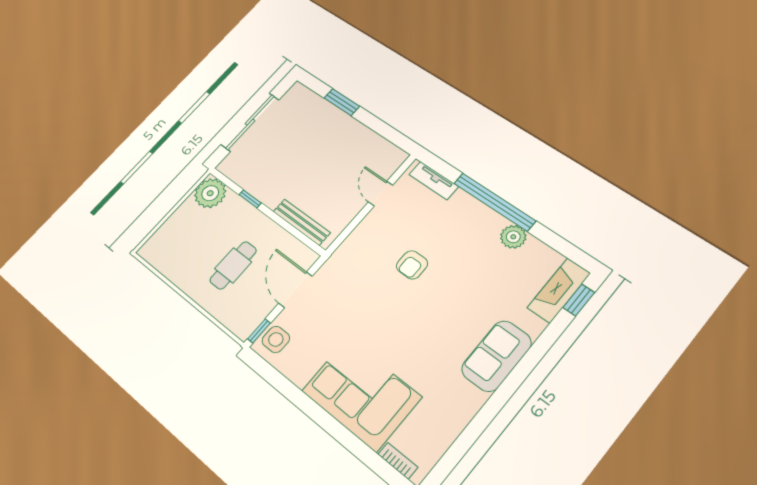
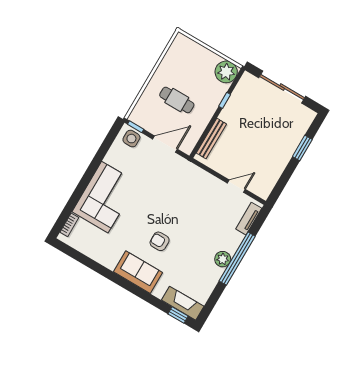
plant: (513, 237) -> (223, 259), moved
armchair: (412, 265) -> (160, 241), moved

